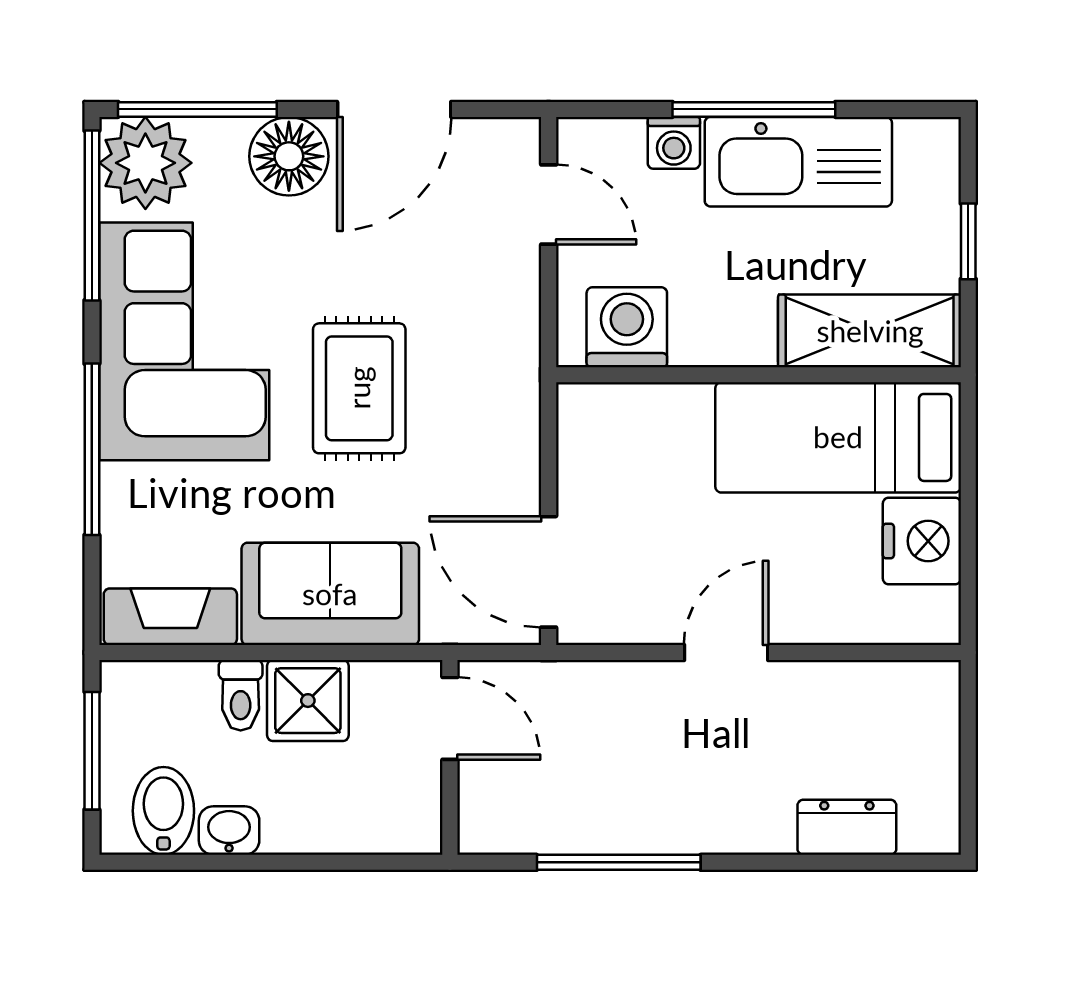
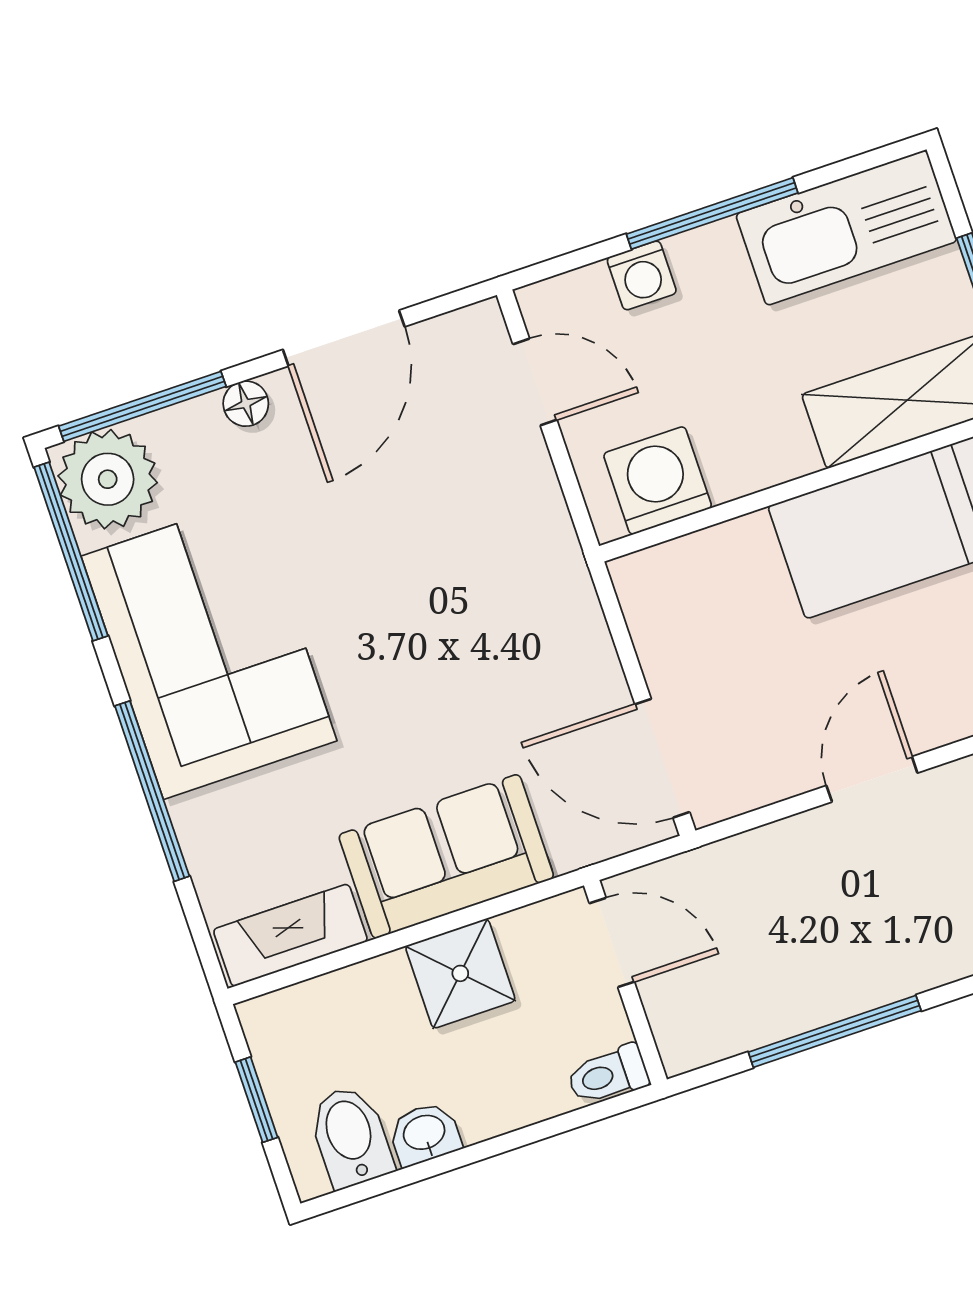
floor lamp: (289, 156) -> (246, 404), width x0.53, depth x0.53
kitchen sink: (798, 162) -> (846, 228), moved
rug: (359, 388) -> (405, 636), removed
toilet: (241, 695) -> (608, 1075), moved, turned 90
window: (92, 751) -> (257, 1100), width x0.67

